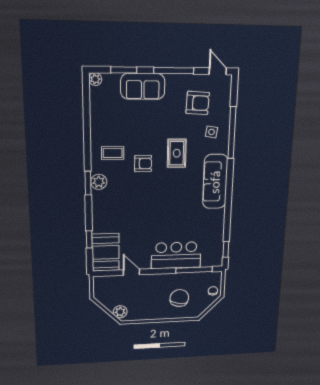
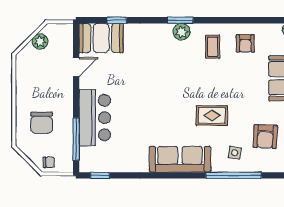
armchair: (143, 164) -> (245, 43), moved
chair: (179, 298) -> (42, 123), turned 80
plant: (120, 312) -> (40, 42), moved

